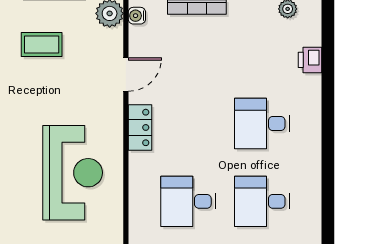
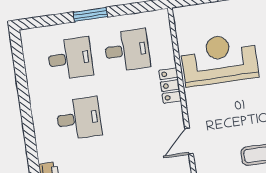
locker: (140, 127) -> (170, 86), moved
reception desk: (73, 173) -> (219, 60), turned 90

